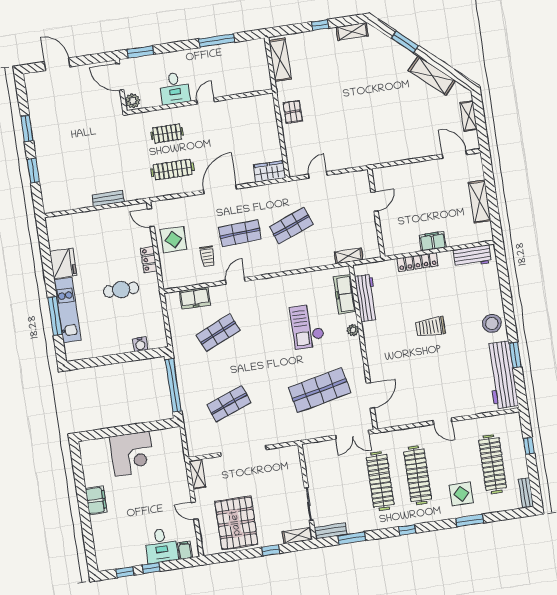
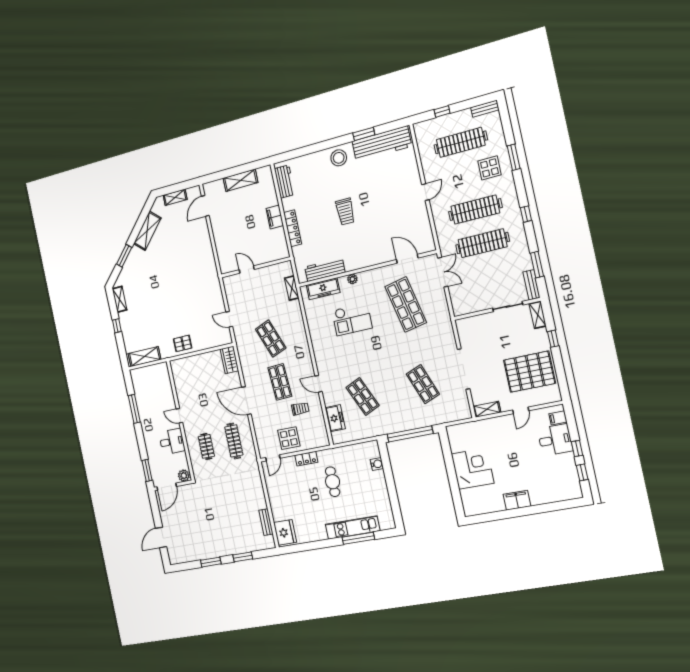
bench: (108, 198) -> (266, 522), moved
fridge: (63, 263) -> (285, 532), moved, turned 90

